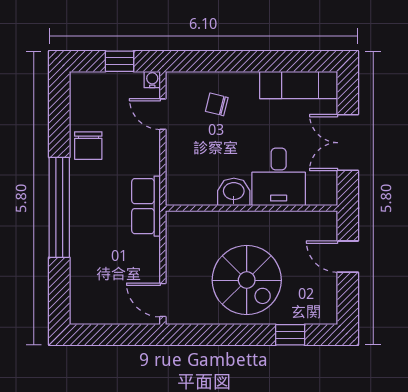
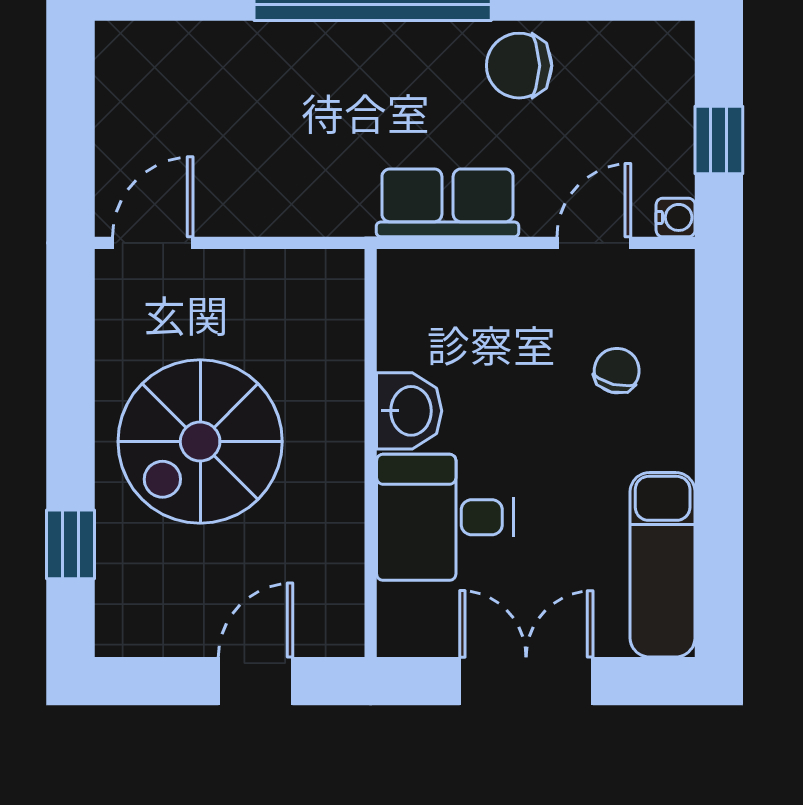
row of seats: (146, 206) -> (448, 203), moved

